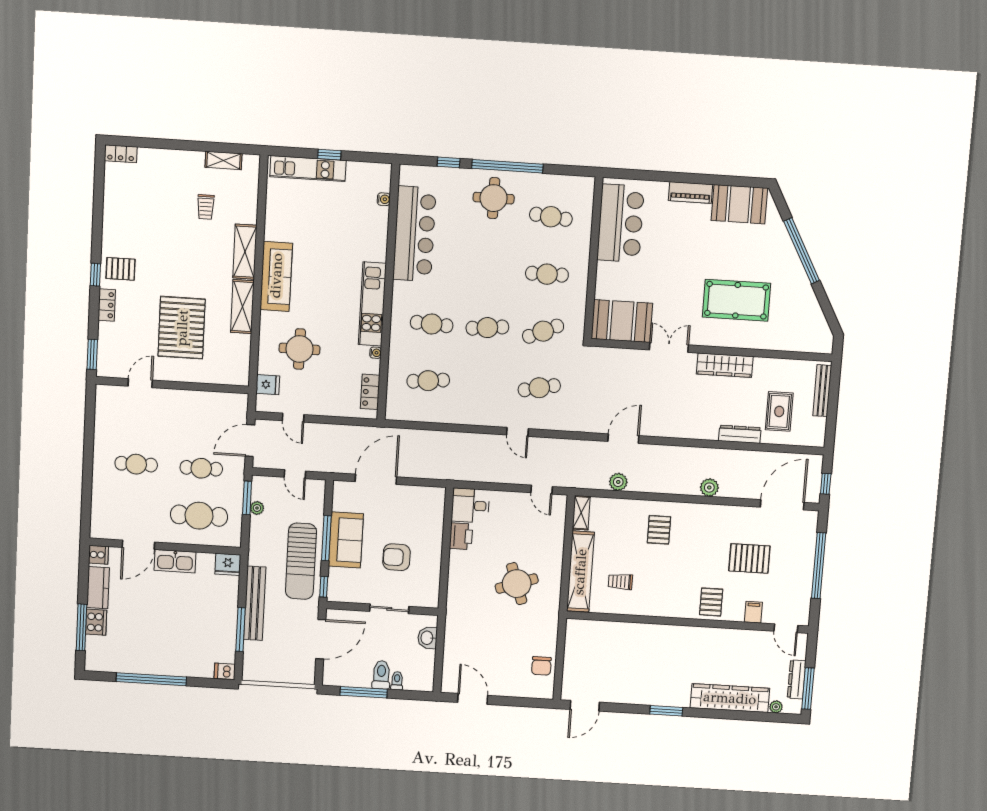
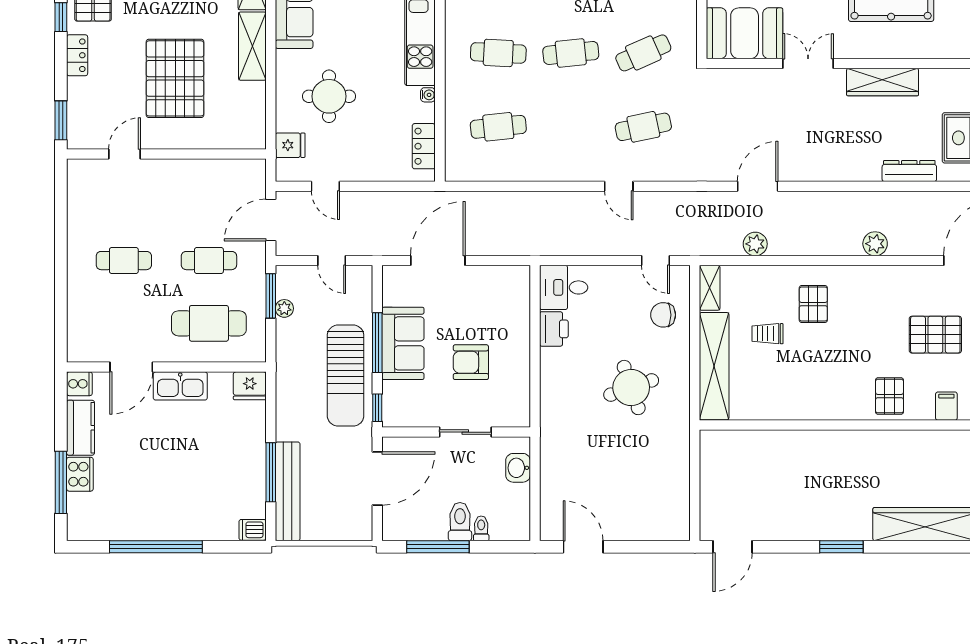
trolley: (620, 582) -> (767, 334), moved
bench: (255, 603) -> (288, 491), moved
chair: (541, 666) -> (663, 315), moved, turned 90

